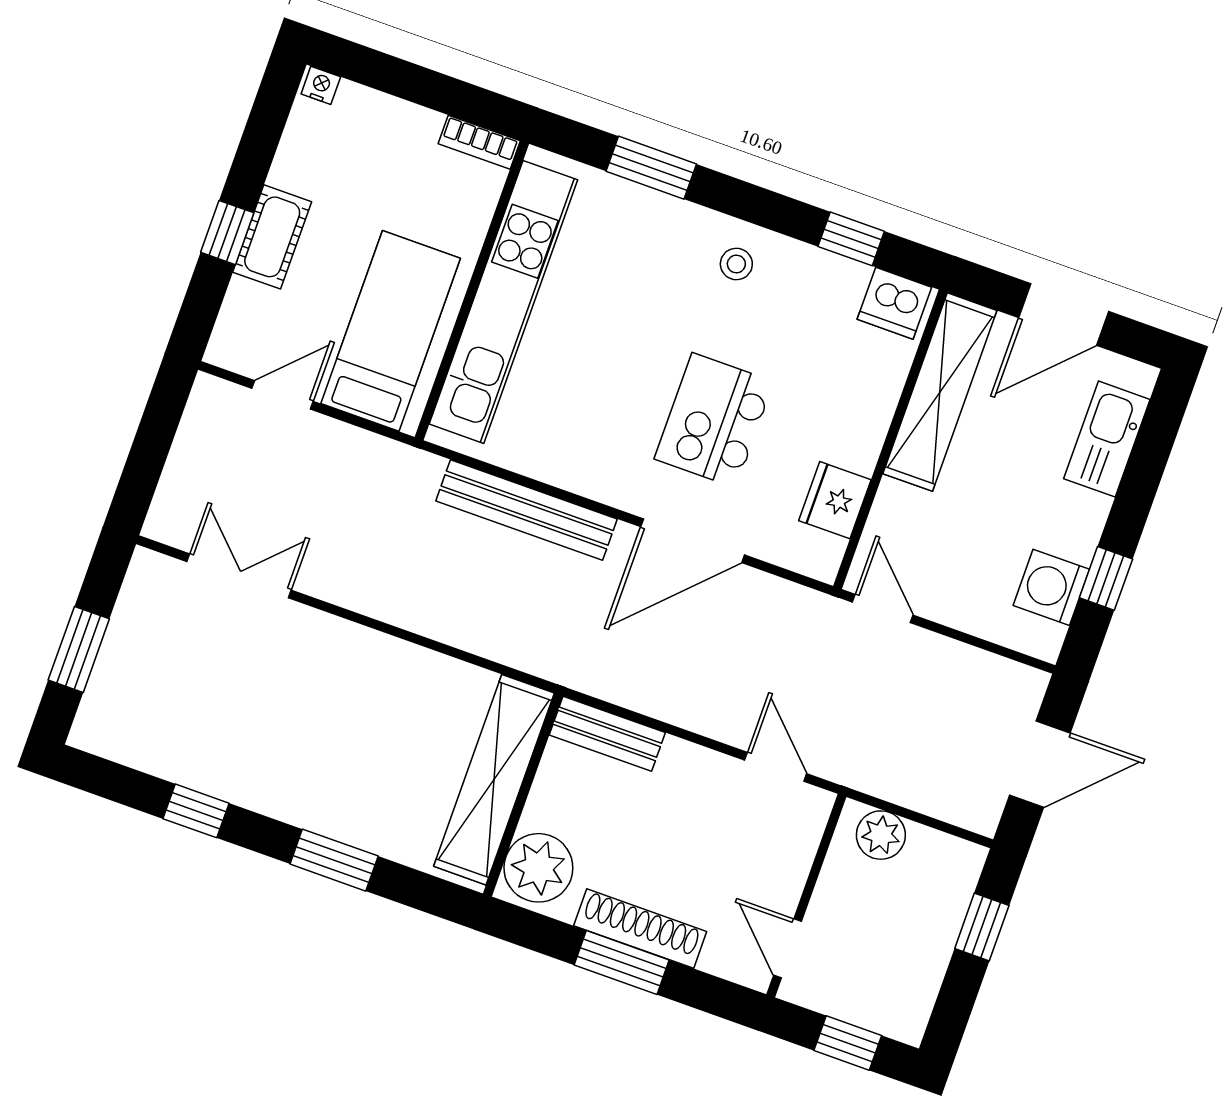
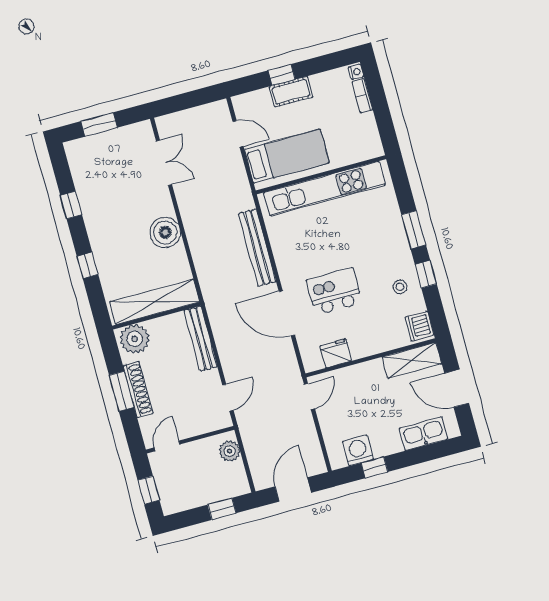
bookcase: (479, 142) -> (362, 96), moved
window: (651, 168) -> (414, 230), moved
window: (851, 239) -> (426, 274), moved
stool: (736, 264) -> (400, 287), moved
shelving: (940, 392) -> (412, 360), width x0.68
boiler: (375, 667) -> (165, 232), added
bench: (607, 734) -> (201, 339), width x1.36
door: (1040, 764) -> (293, 489), swing flipped
window: (334, 860) -> (87, 265), width x0.67

